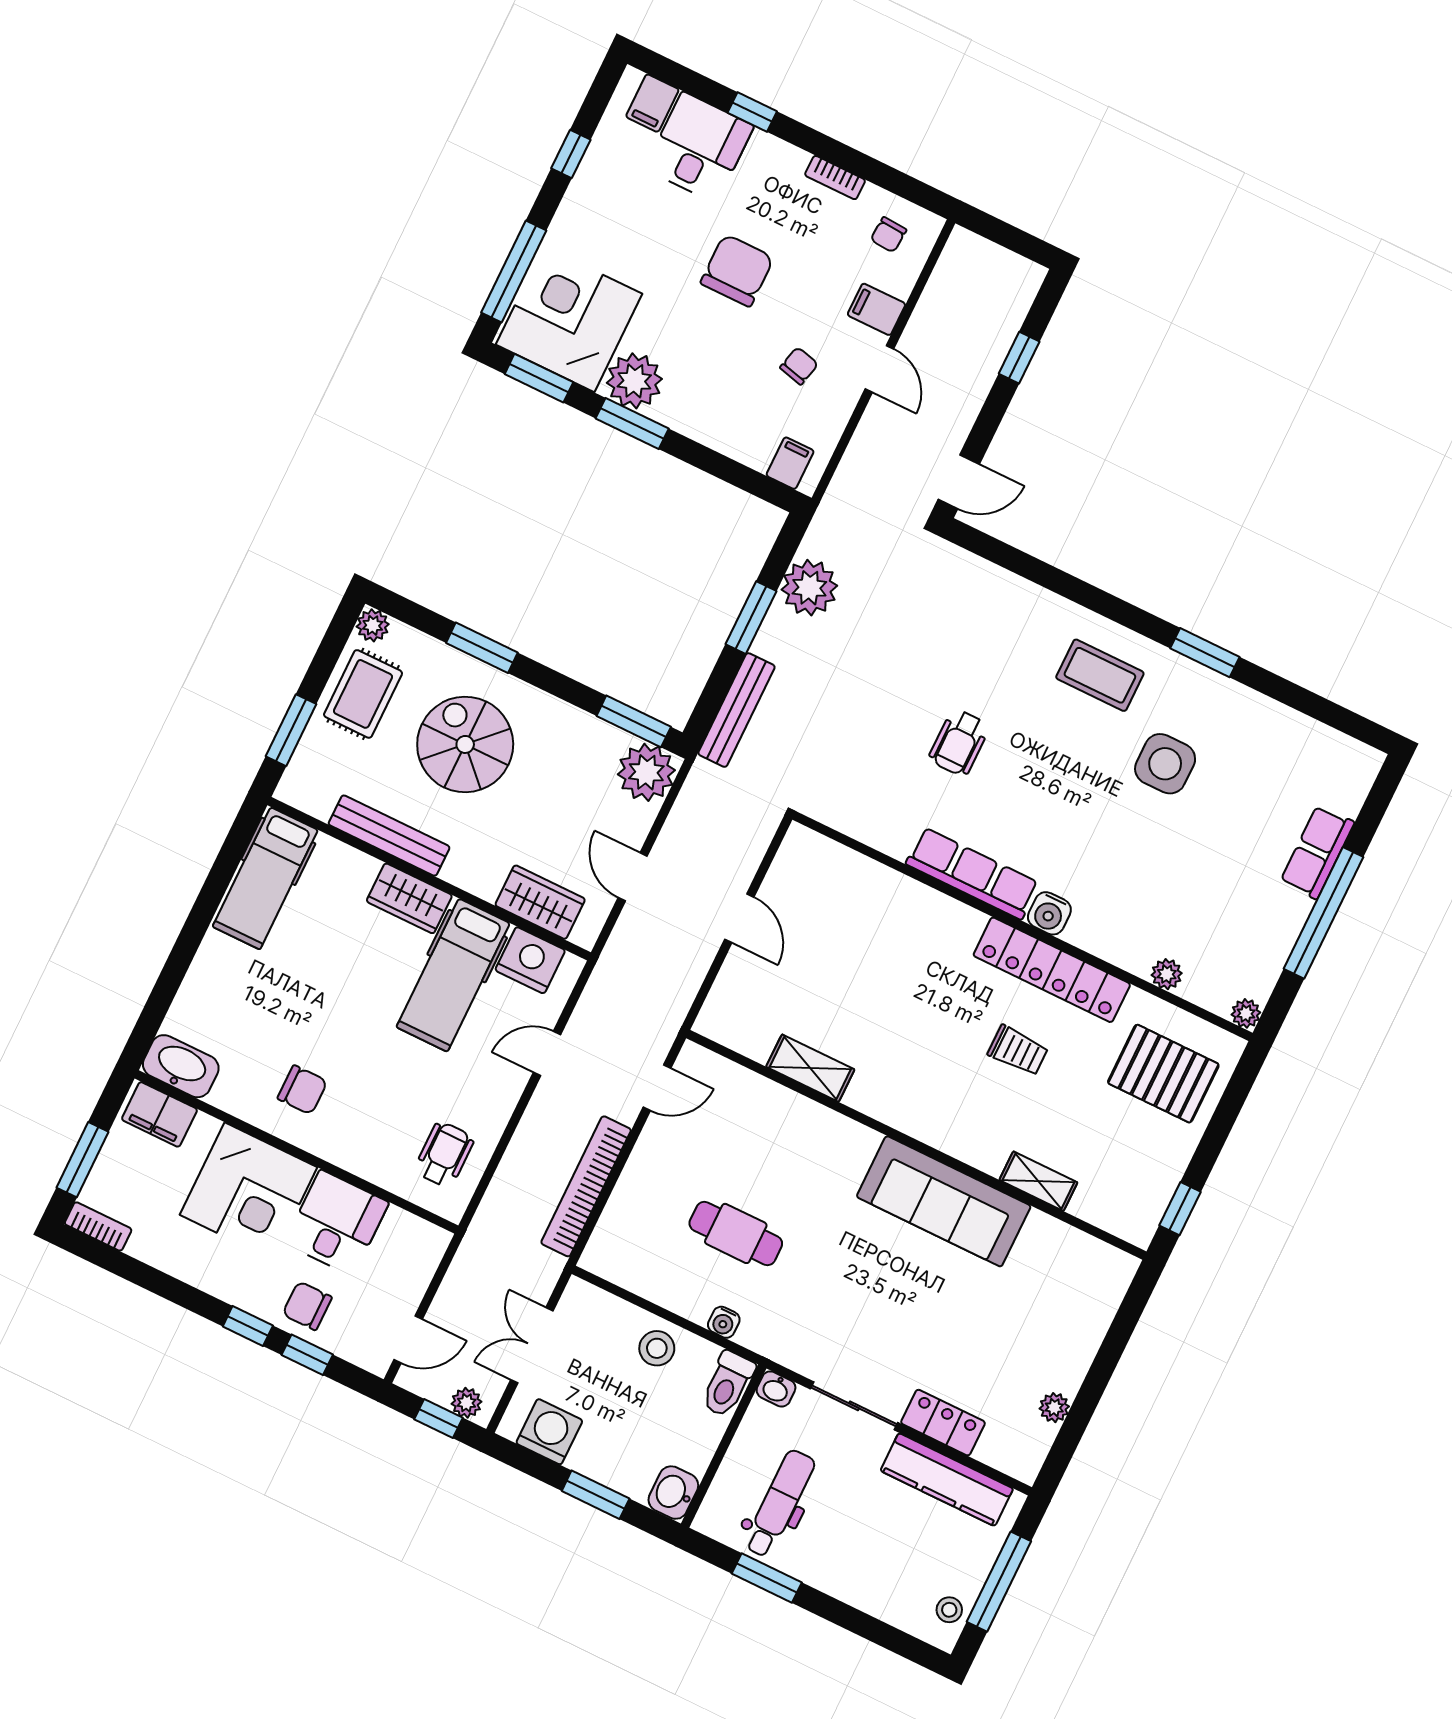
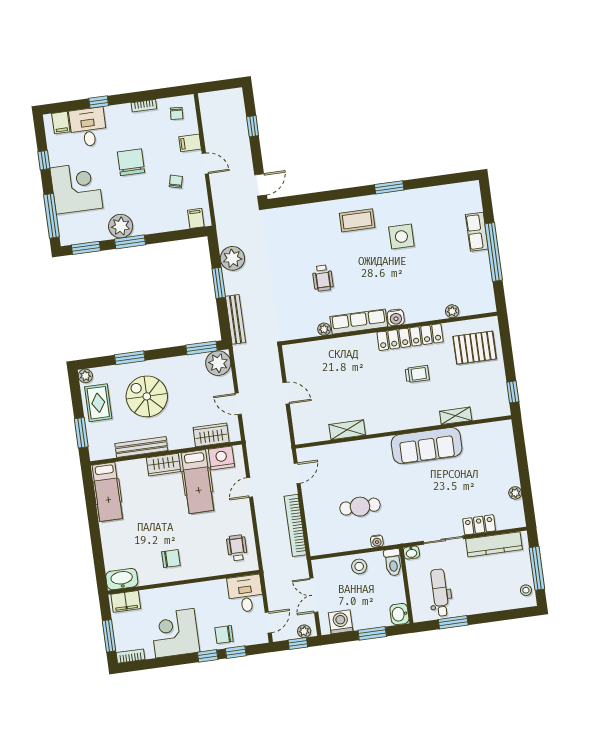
corner desk: (569, 319) -> (76, 188), moved, turned 90
plant: (1246, 1013) -> (324, 329), moved
corner desk: (248, 1191) -> (175, 633), moved, turned 180
desk: (337, 1223) -> (246, 594), moved

